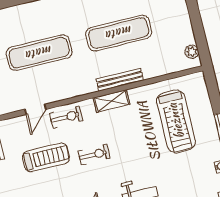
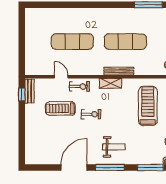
door: (35, 109) -> (61, 77), swing flipped
treadmill: (176, 121) -> (148, 106), turned 180
treadmill: (46, 157) -> (60, 109), turned 180

